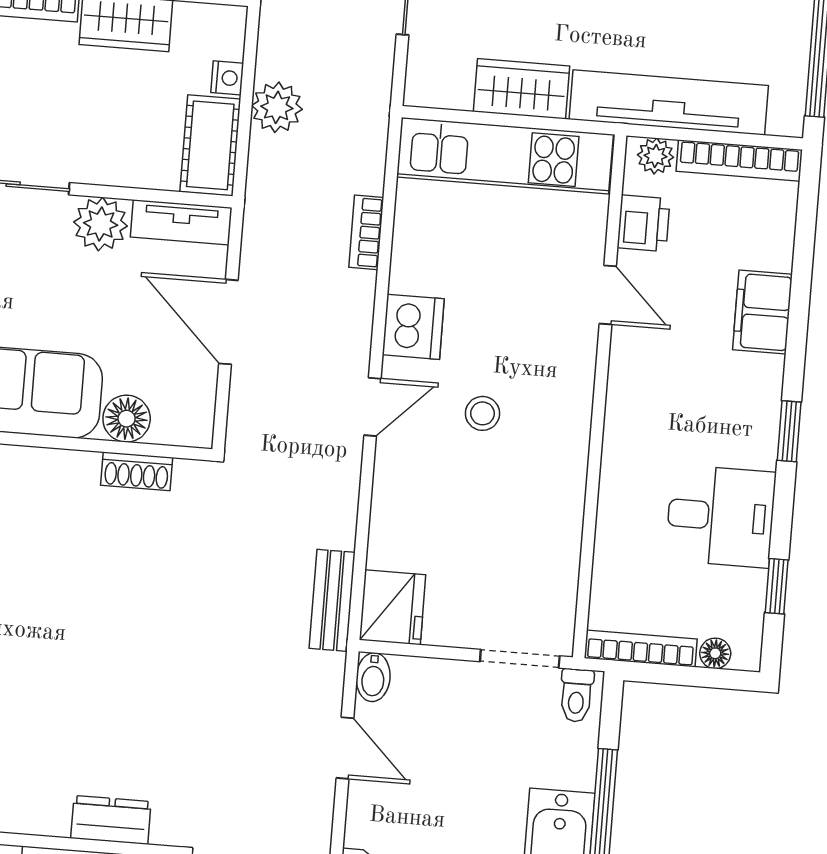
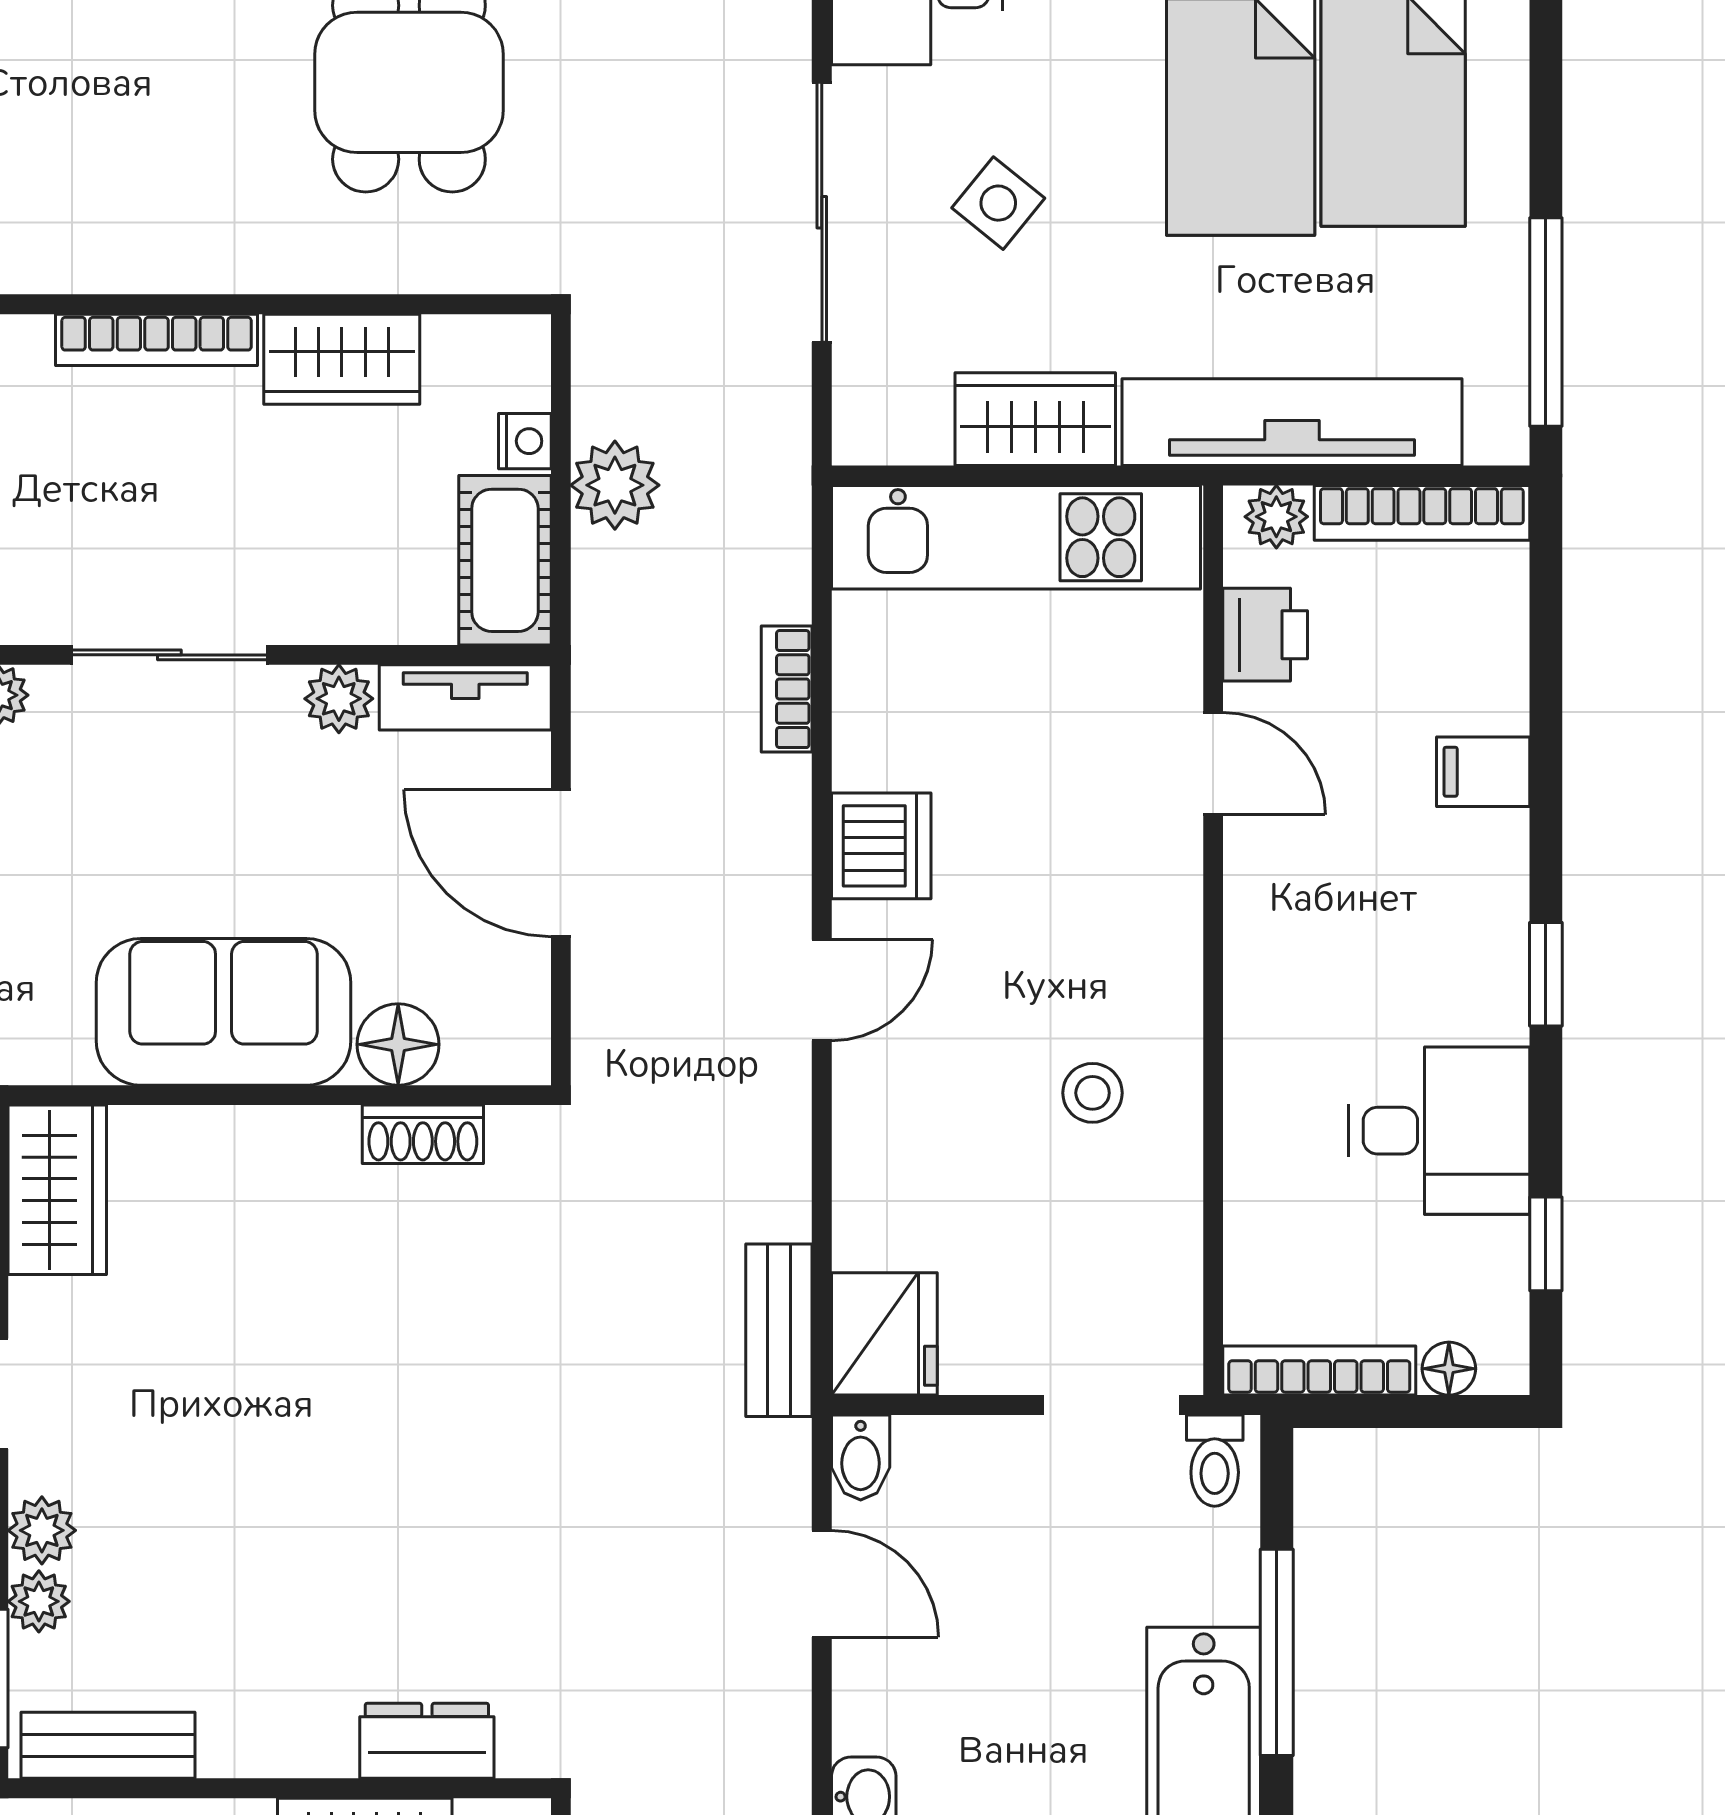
plant: (101, 224) -> (339, 699), width x0.73, depth x0.73
filing cabinet: (762, 312) -> (1483, 772), width x0.50
stool: (482, 413) -> (1093, 1093), moved

